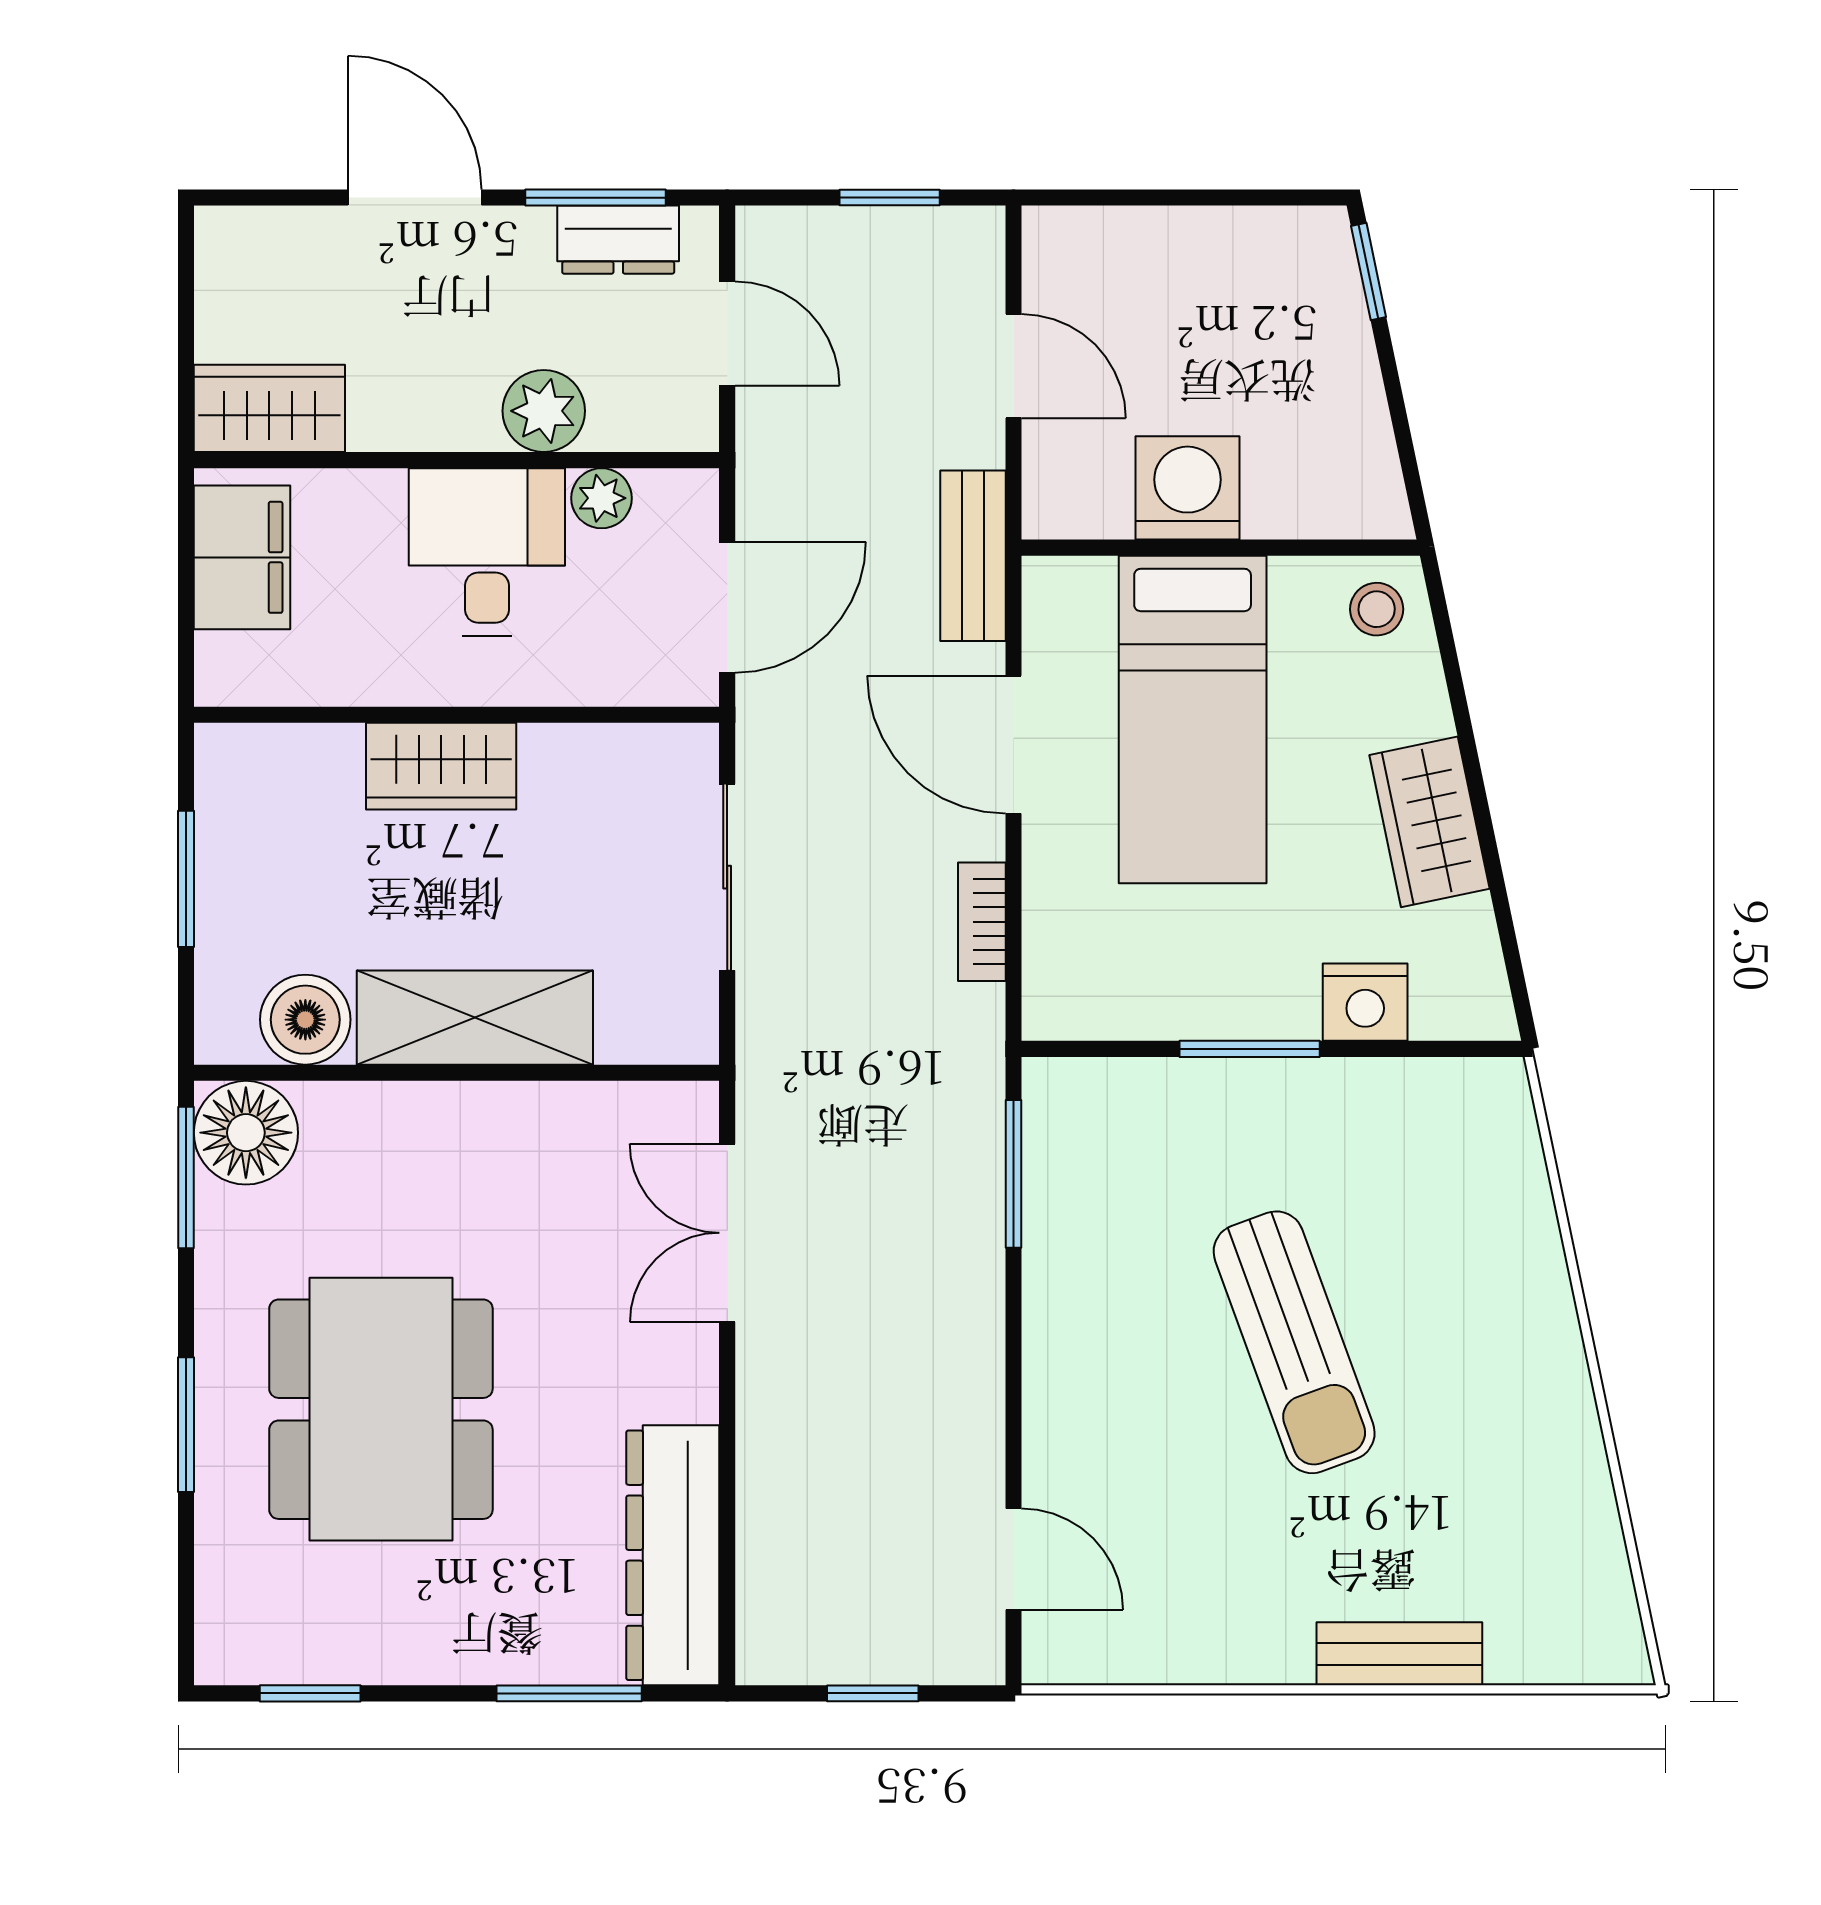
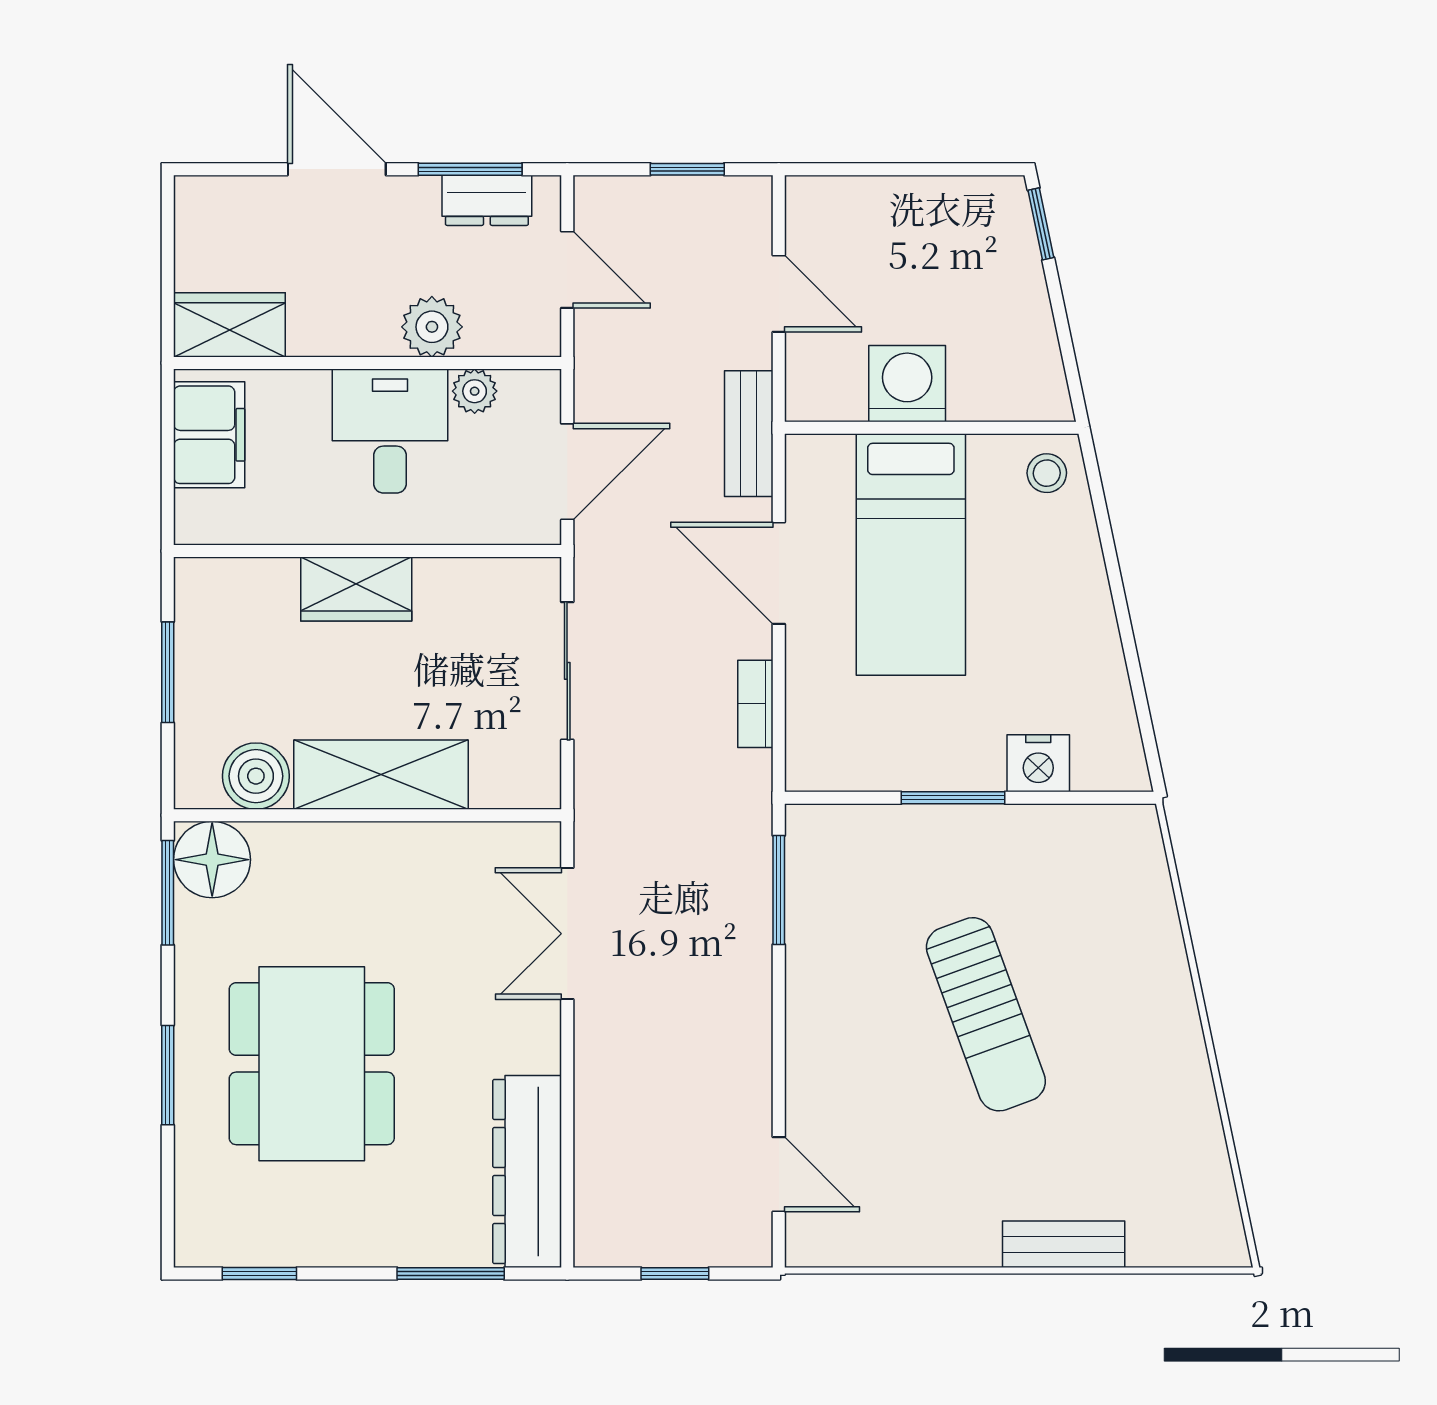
wardrobe: (1429, 822) -> (1086, 630), removed

